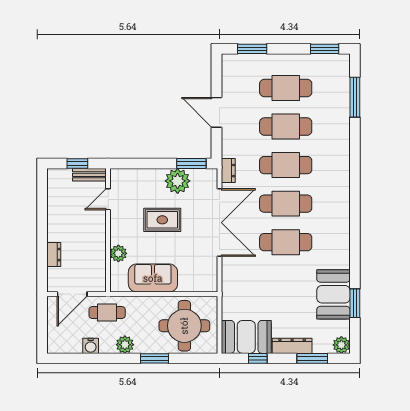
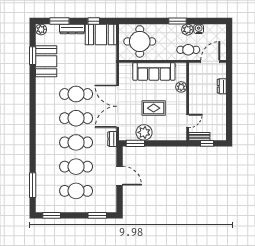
sofa: (153, 278) -> (154, 72), width x1.36
plant: (125, 345) -> (187, 30), moved
window: (154, 358) -> (177, 21), moved

